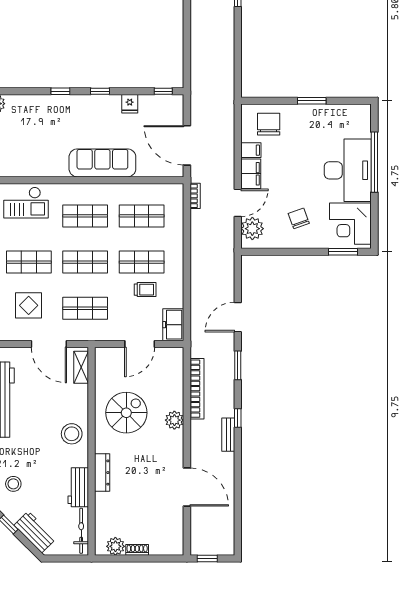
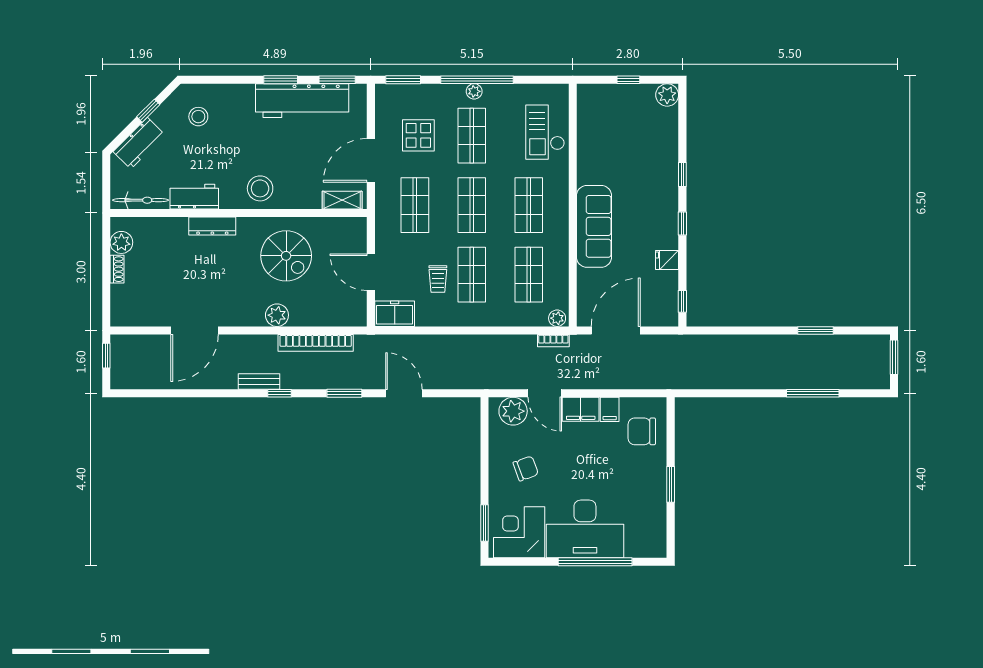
chair: (269, 124) -> (642, 431), turned 180
plant: (177, 193) -> (557, 318), added

